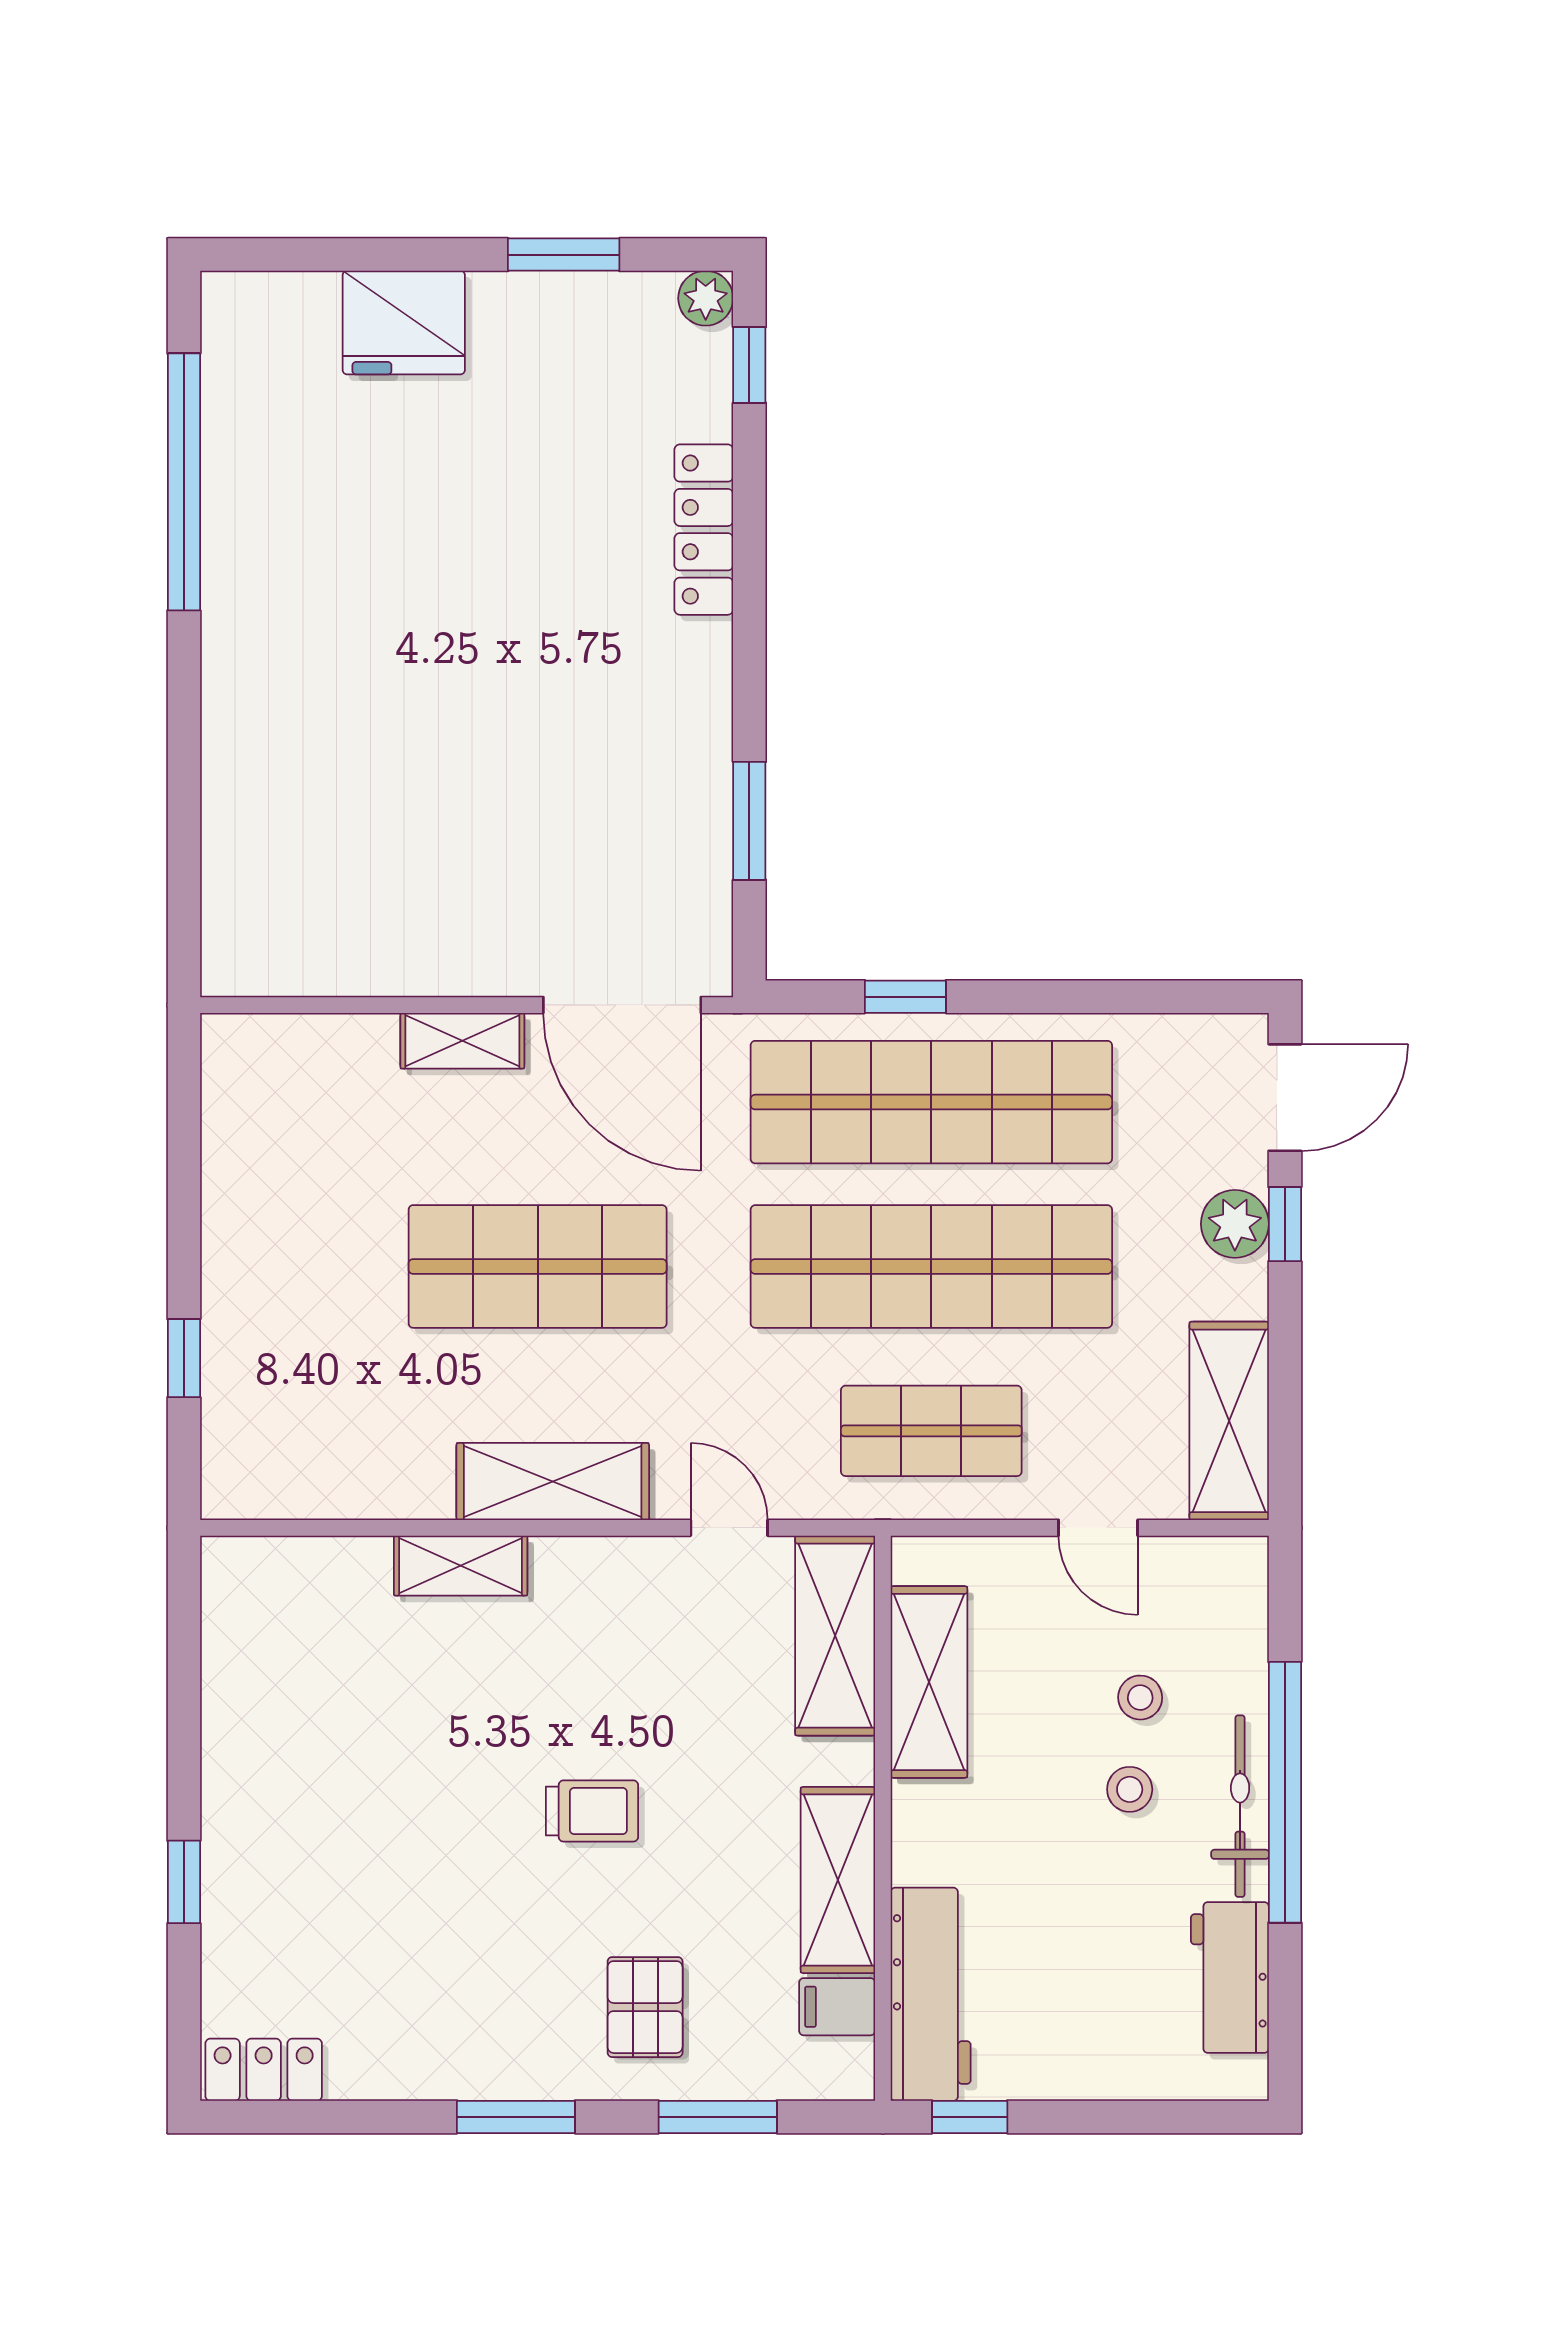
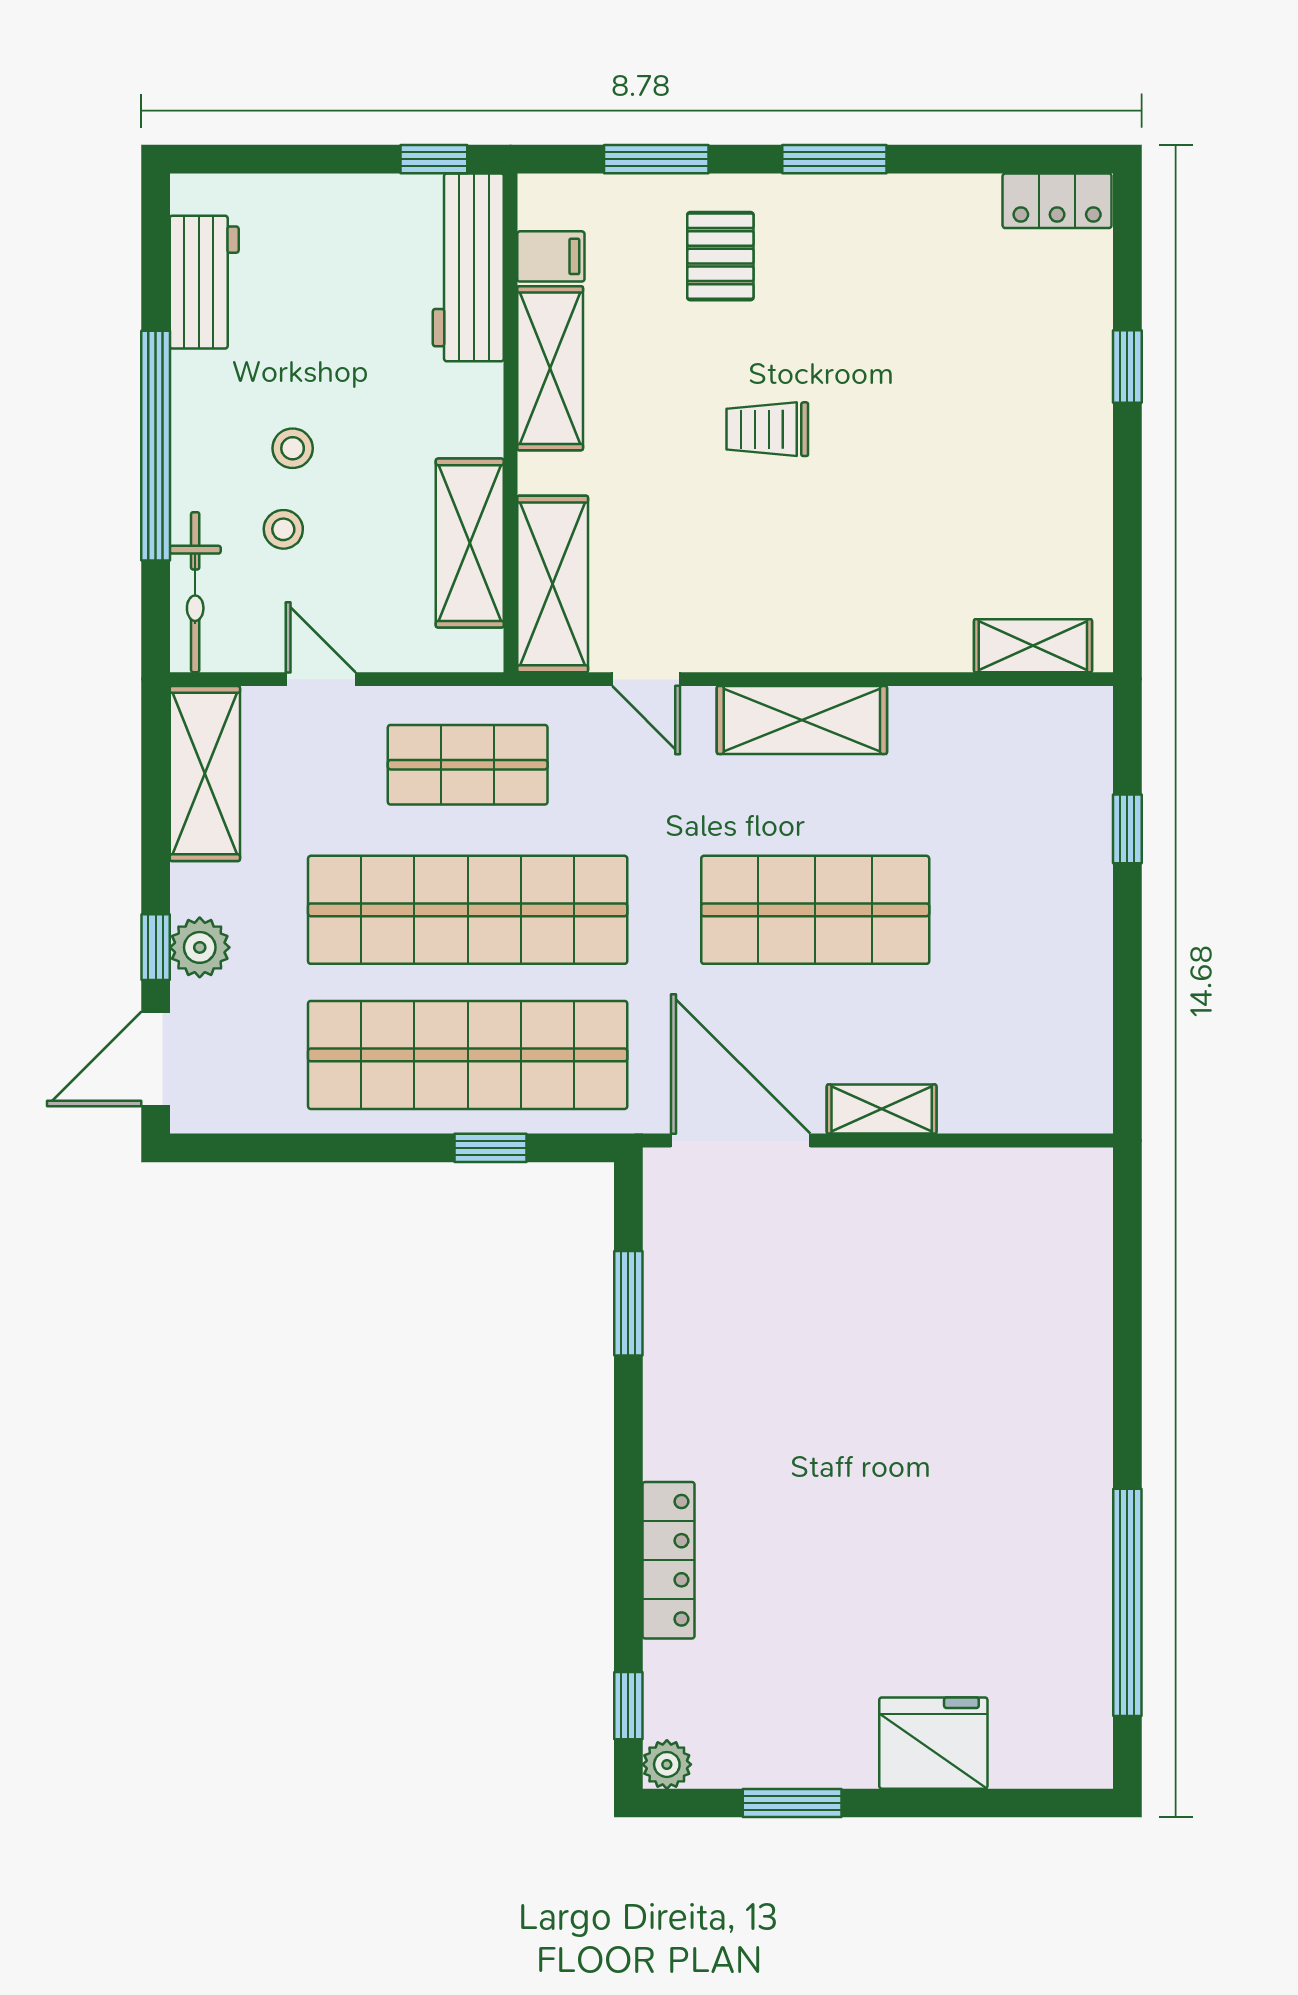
shelving: (461, 1566) -> (1033, 646), moved
bicycle: (1240, 1806) -> (195, 592), moved

